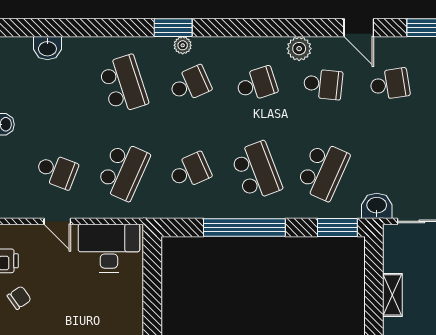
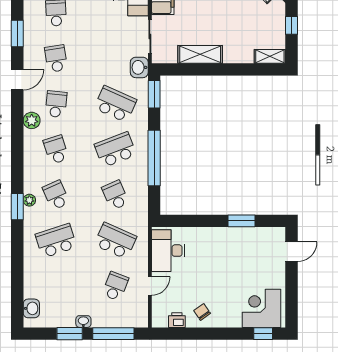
washbasin: (47, 48) -> (31, 308), moved
shelving: (392, 295) -> (200, 54), width x1.50, depth x1.33

